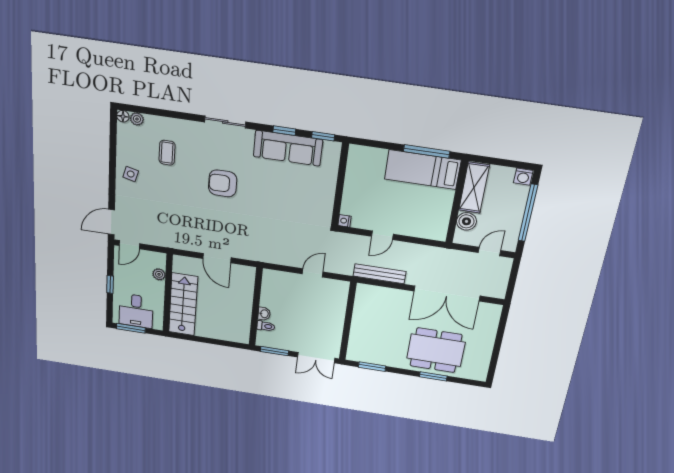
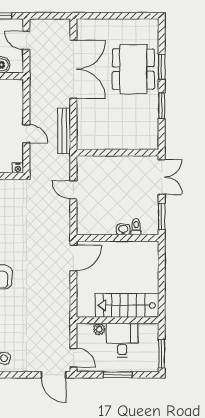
door: (217, 258) -> (73, 258), moved
window: (110, 284) -> (118, 375), width x1.50
desk: (136, 311) -> (122, 340), moved, turned -90
window: (372, 367) -> (162, 106), moved

